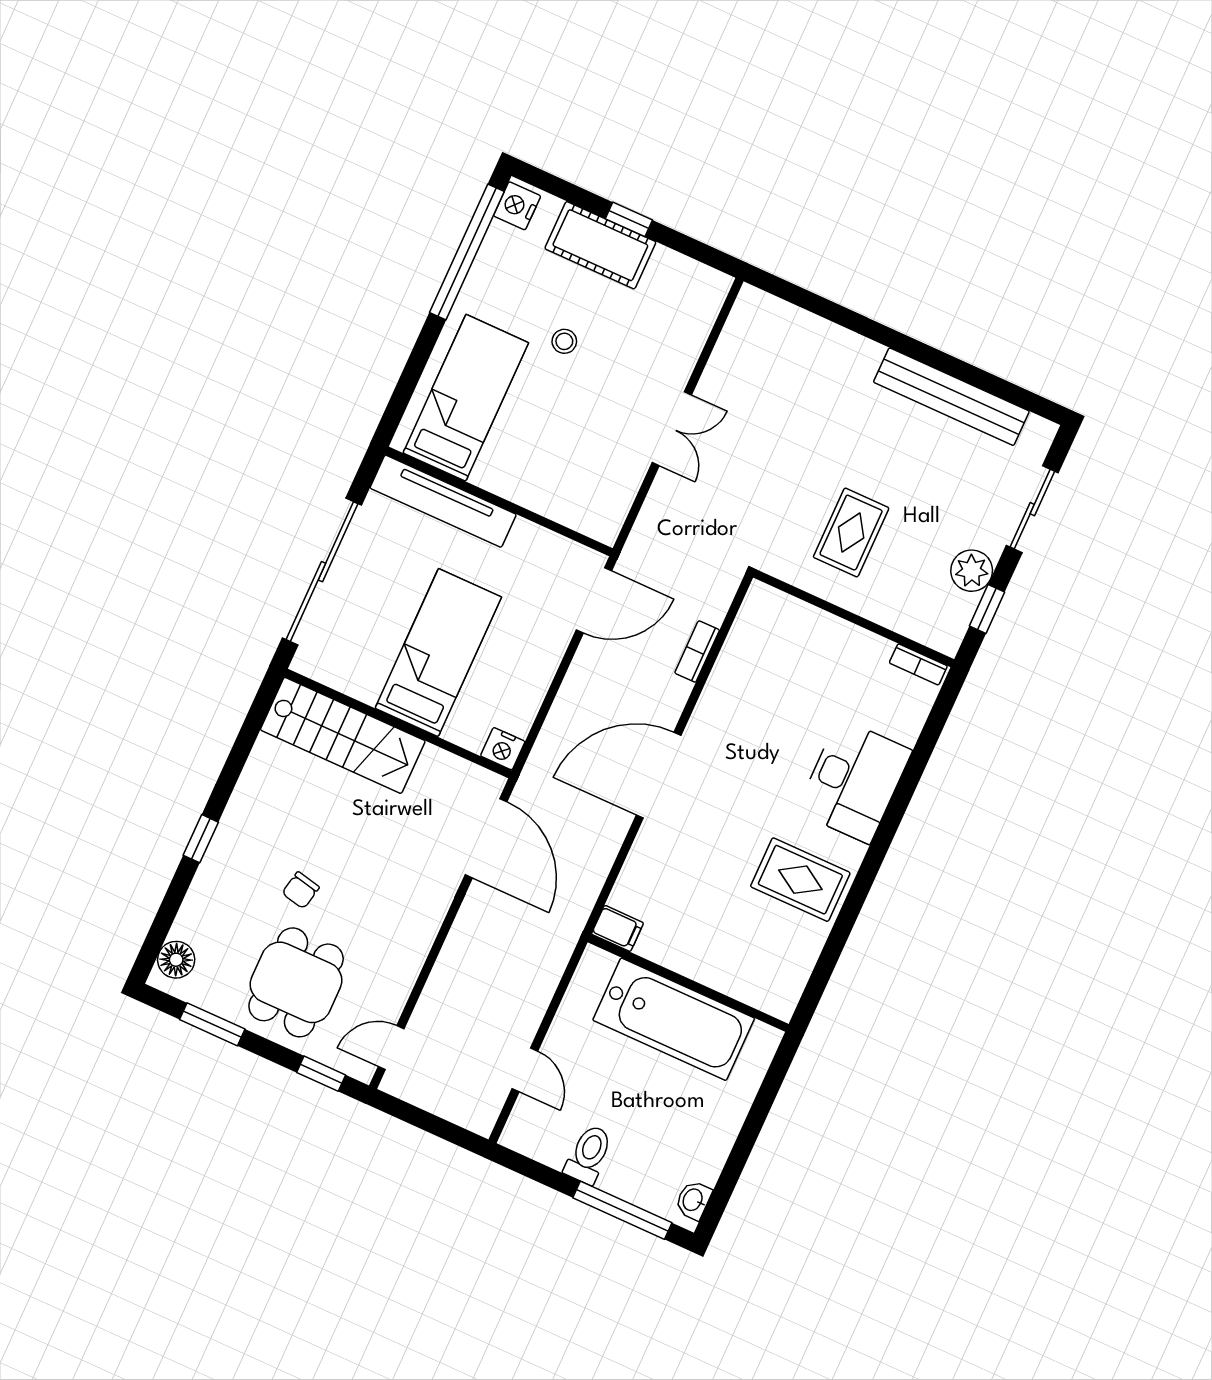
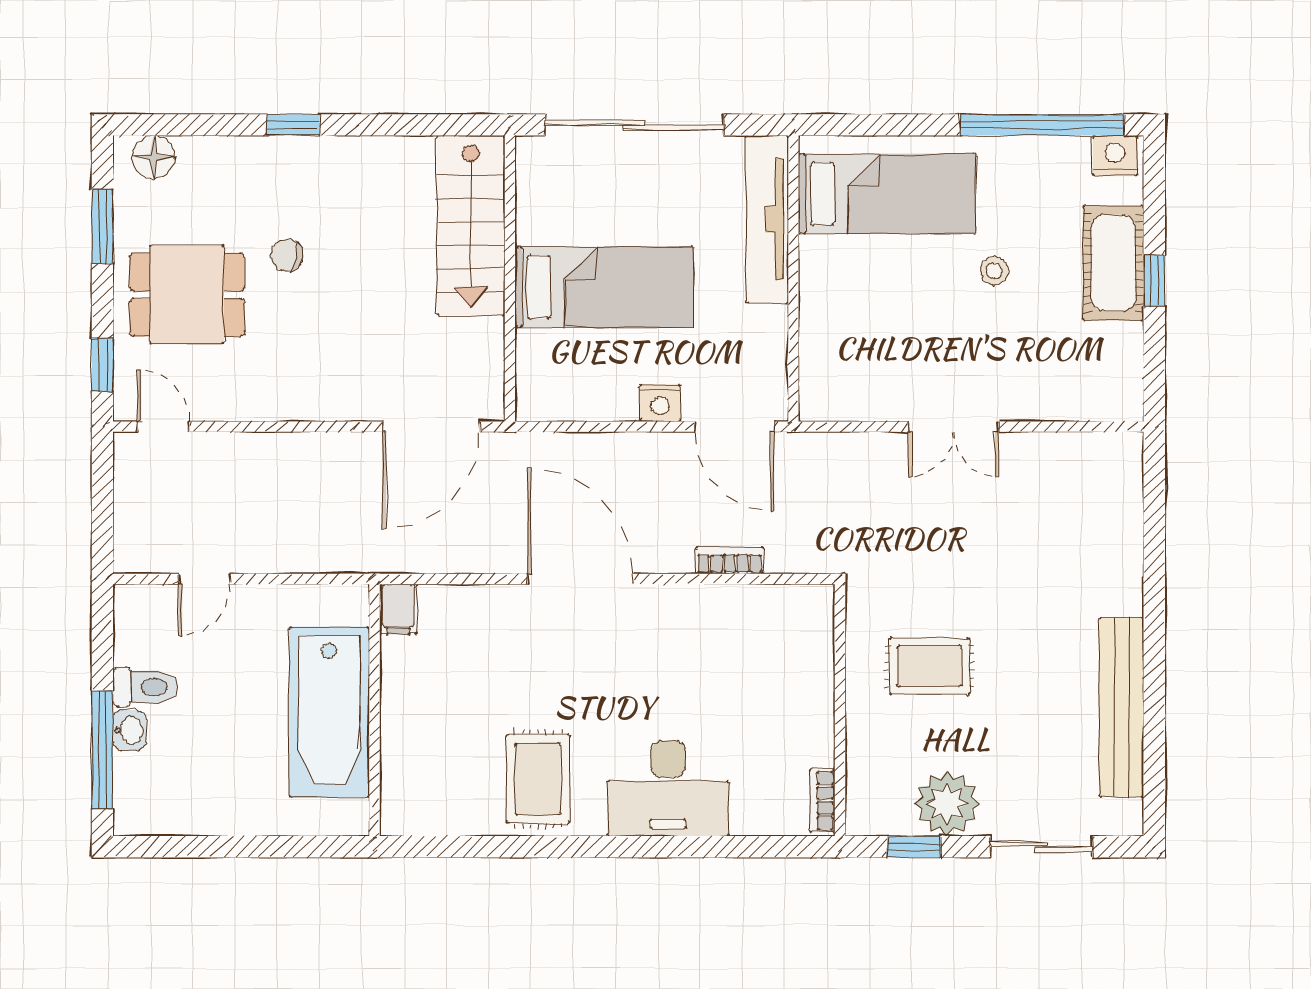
plant: (972, 571) -> (947, 803), width x1.36, depth x1.36
nightstand: (503, 749) -> (660, 403), moved, turned -90
washbasin: (693, 1200) -> (129, 730), moved, turned 90

